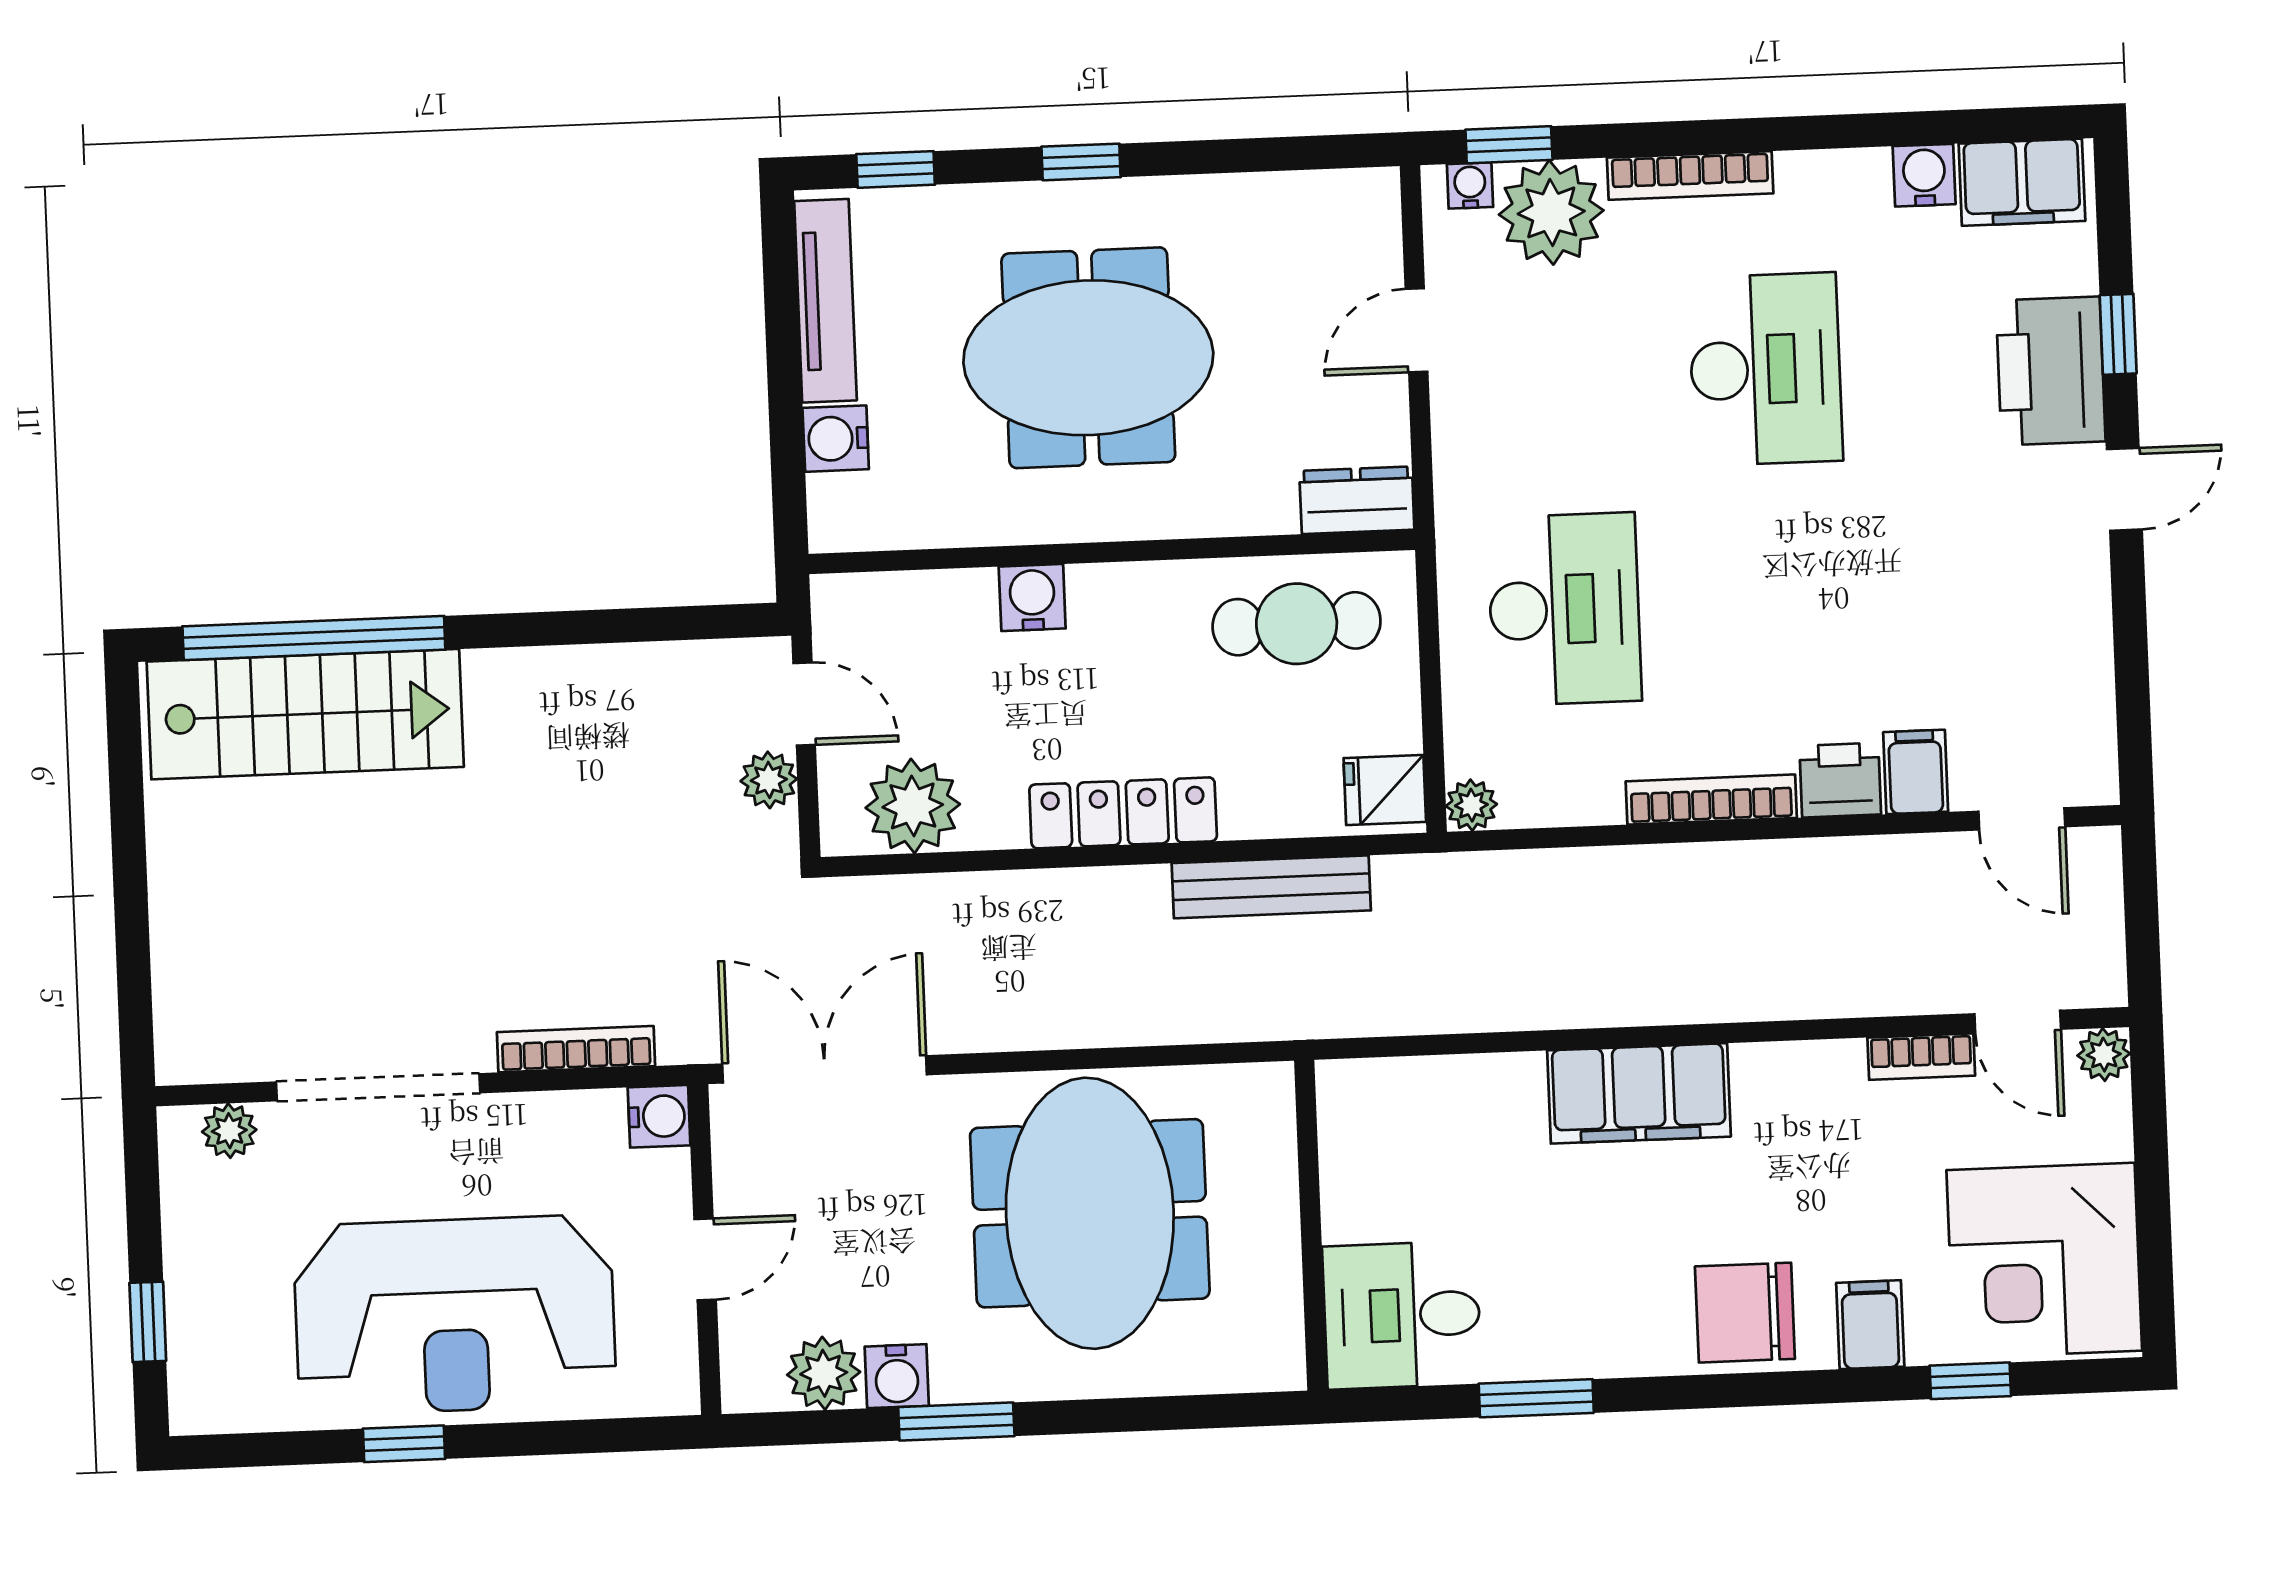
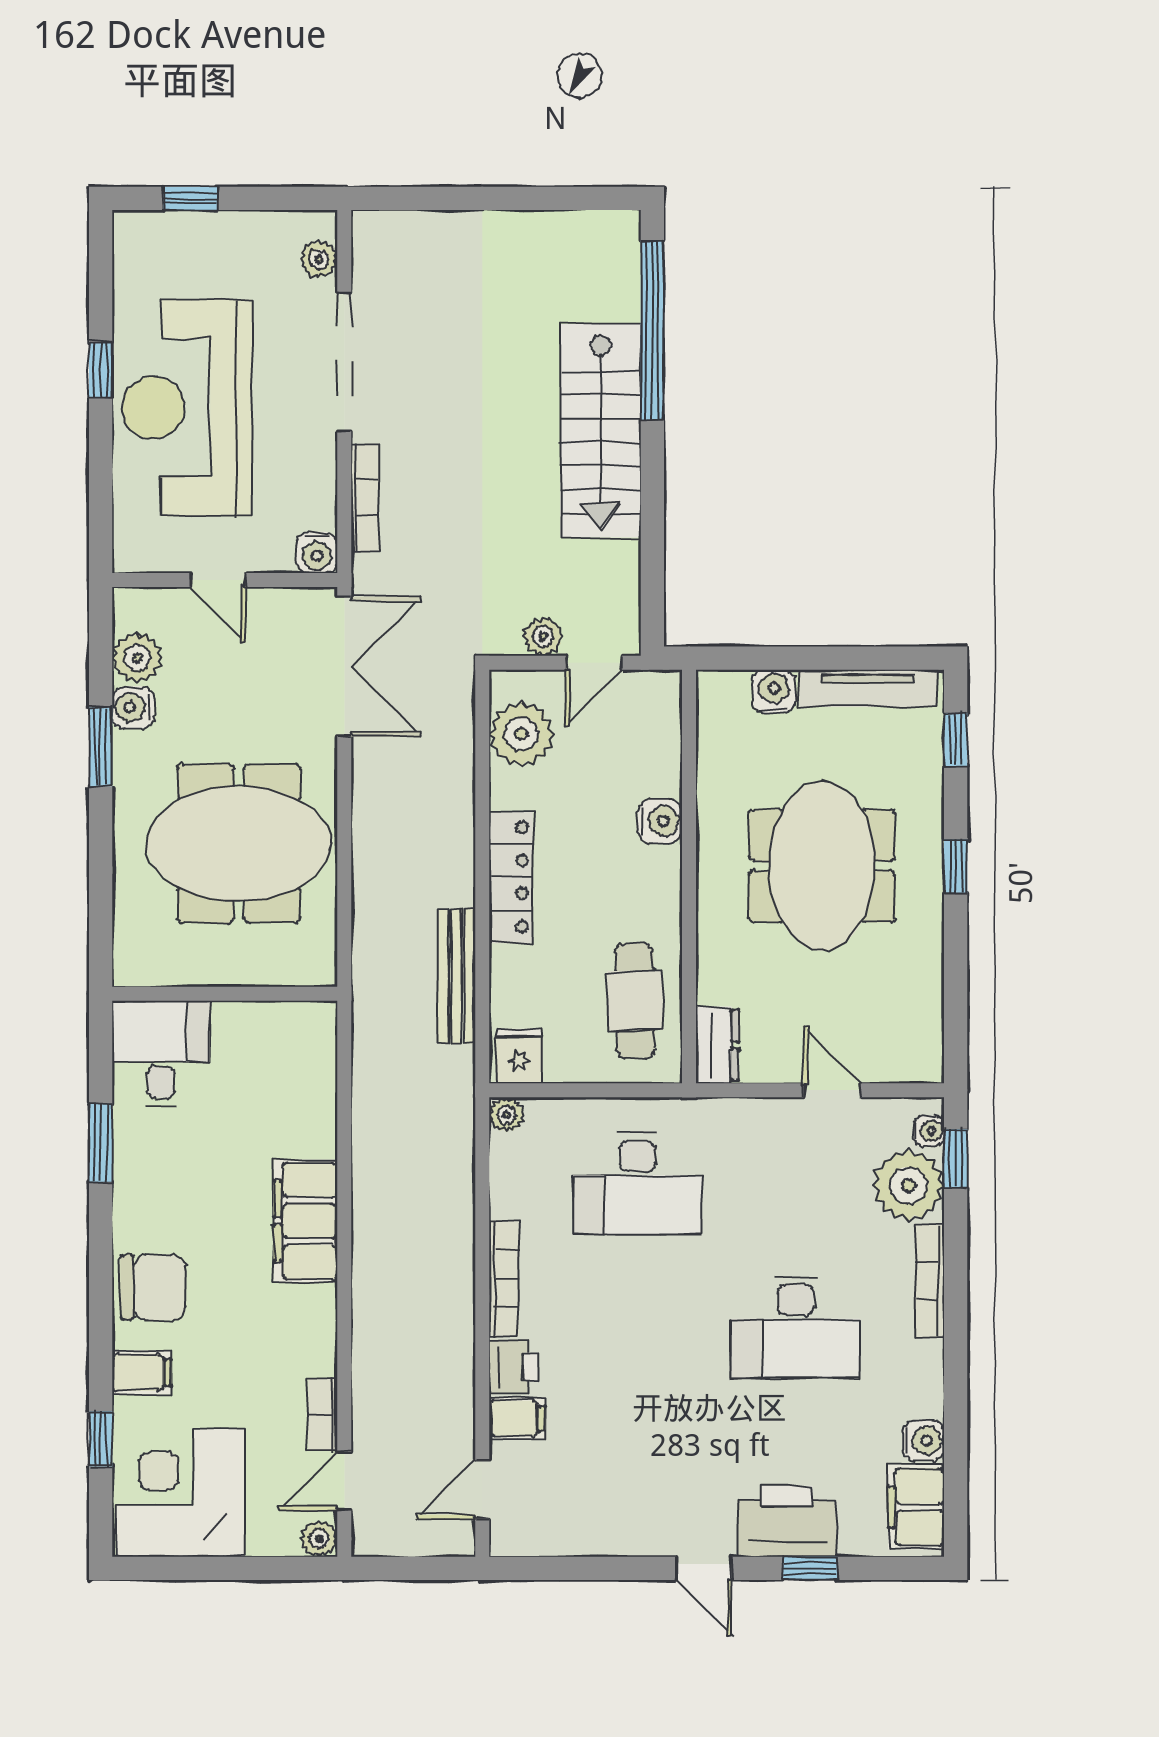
stairs: (305, 714) -> (601, 431), moved
chair: (1745, 1313) -> (153, 1287), turned 90

